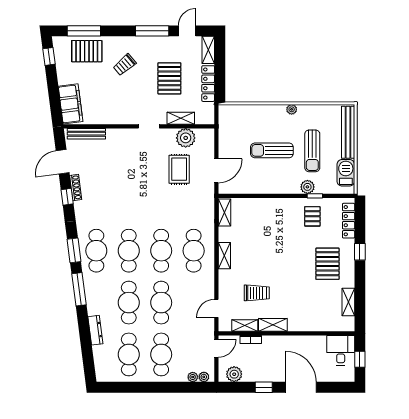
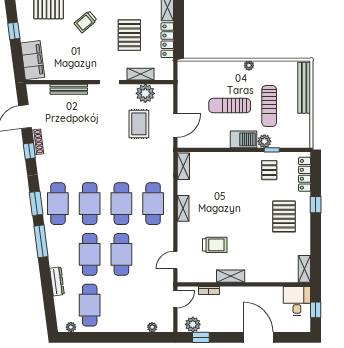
window: (49, 56) -> (14, 31), moved
bench: (86, 134) -> (69, 89), moved
barbecue: (346, 173) -> (244, 139), moved, turned 90
shelving: (348, 302) -> (304, 269), moved
shelving: (245, 325) -> (203, 277), removed
cafe table: (161, 354) -> (121, 305), removed
plant: (204, 377) -> (71, 327), moved
window: (264, 387) -> (201, 337), moved

